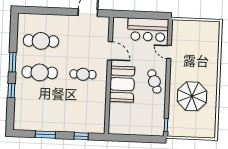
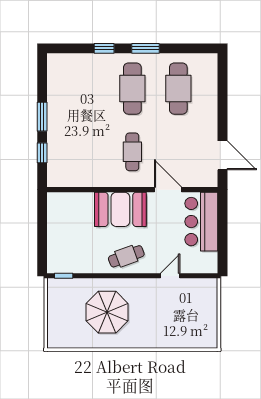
bar counter: (148, 30) -> (201, 222), moved
door: (110, 51) -> (168, 190), swing flipped
window: (45, 135) -> (42, 117), moved

